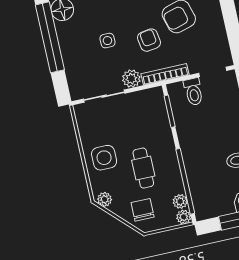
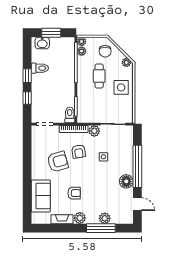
toilet: (193, 92) -> (70, 115), moved

